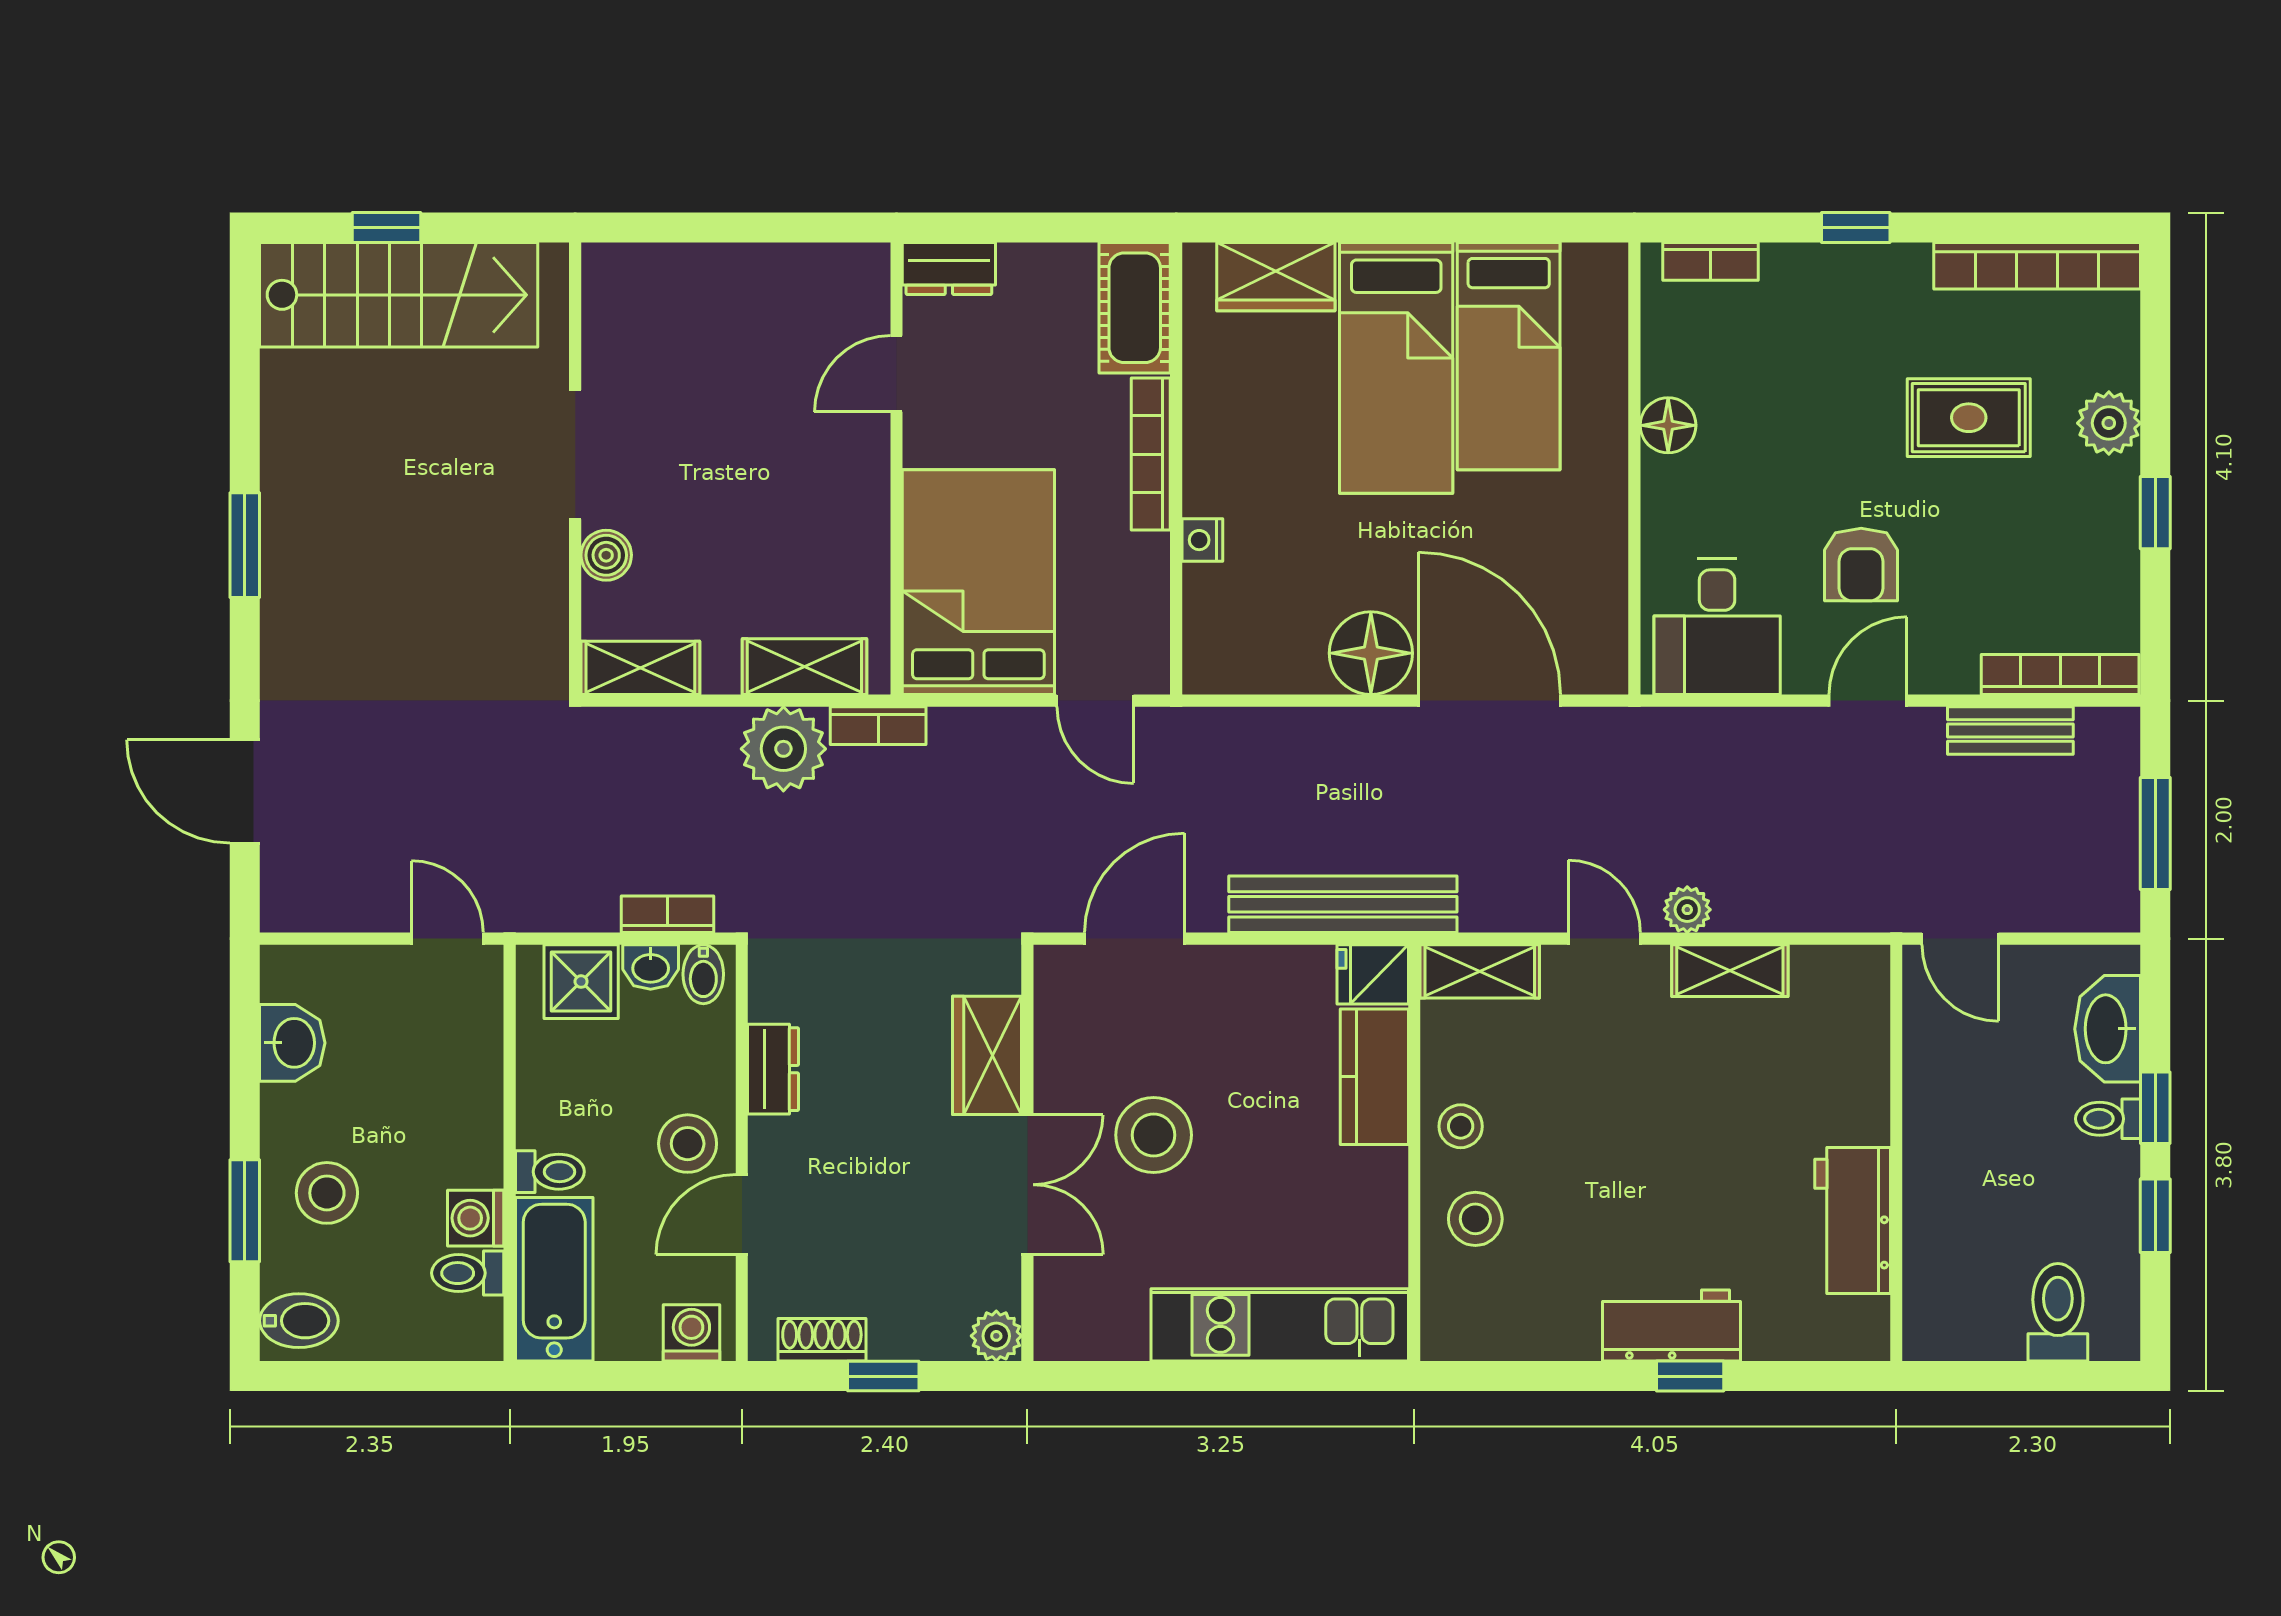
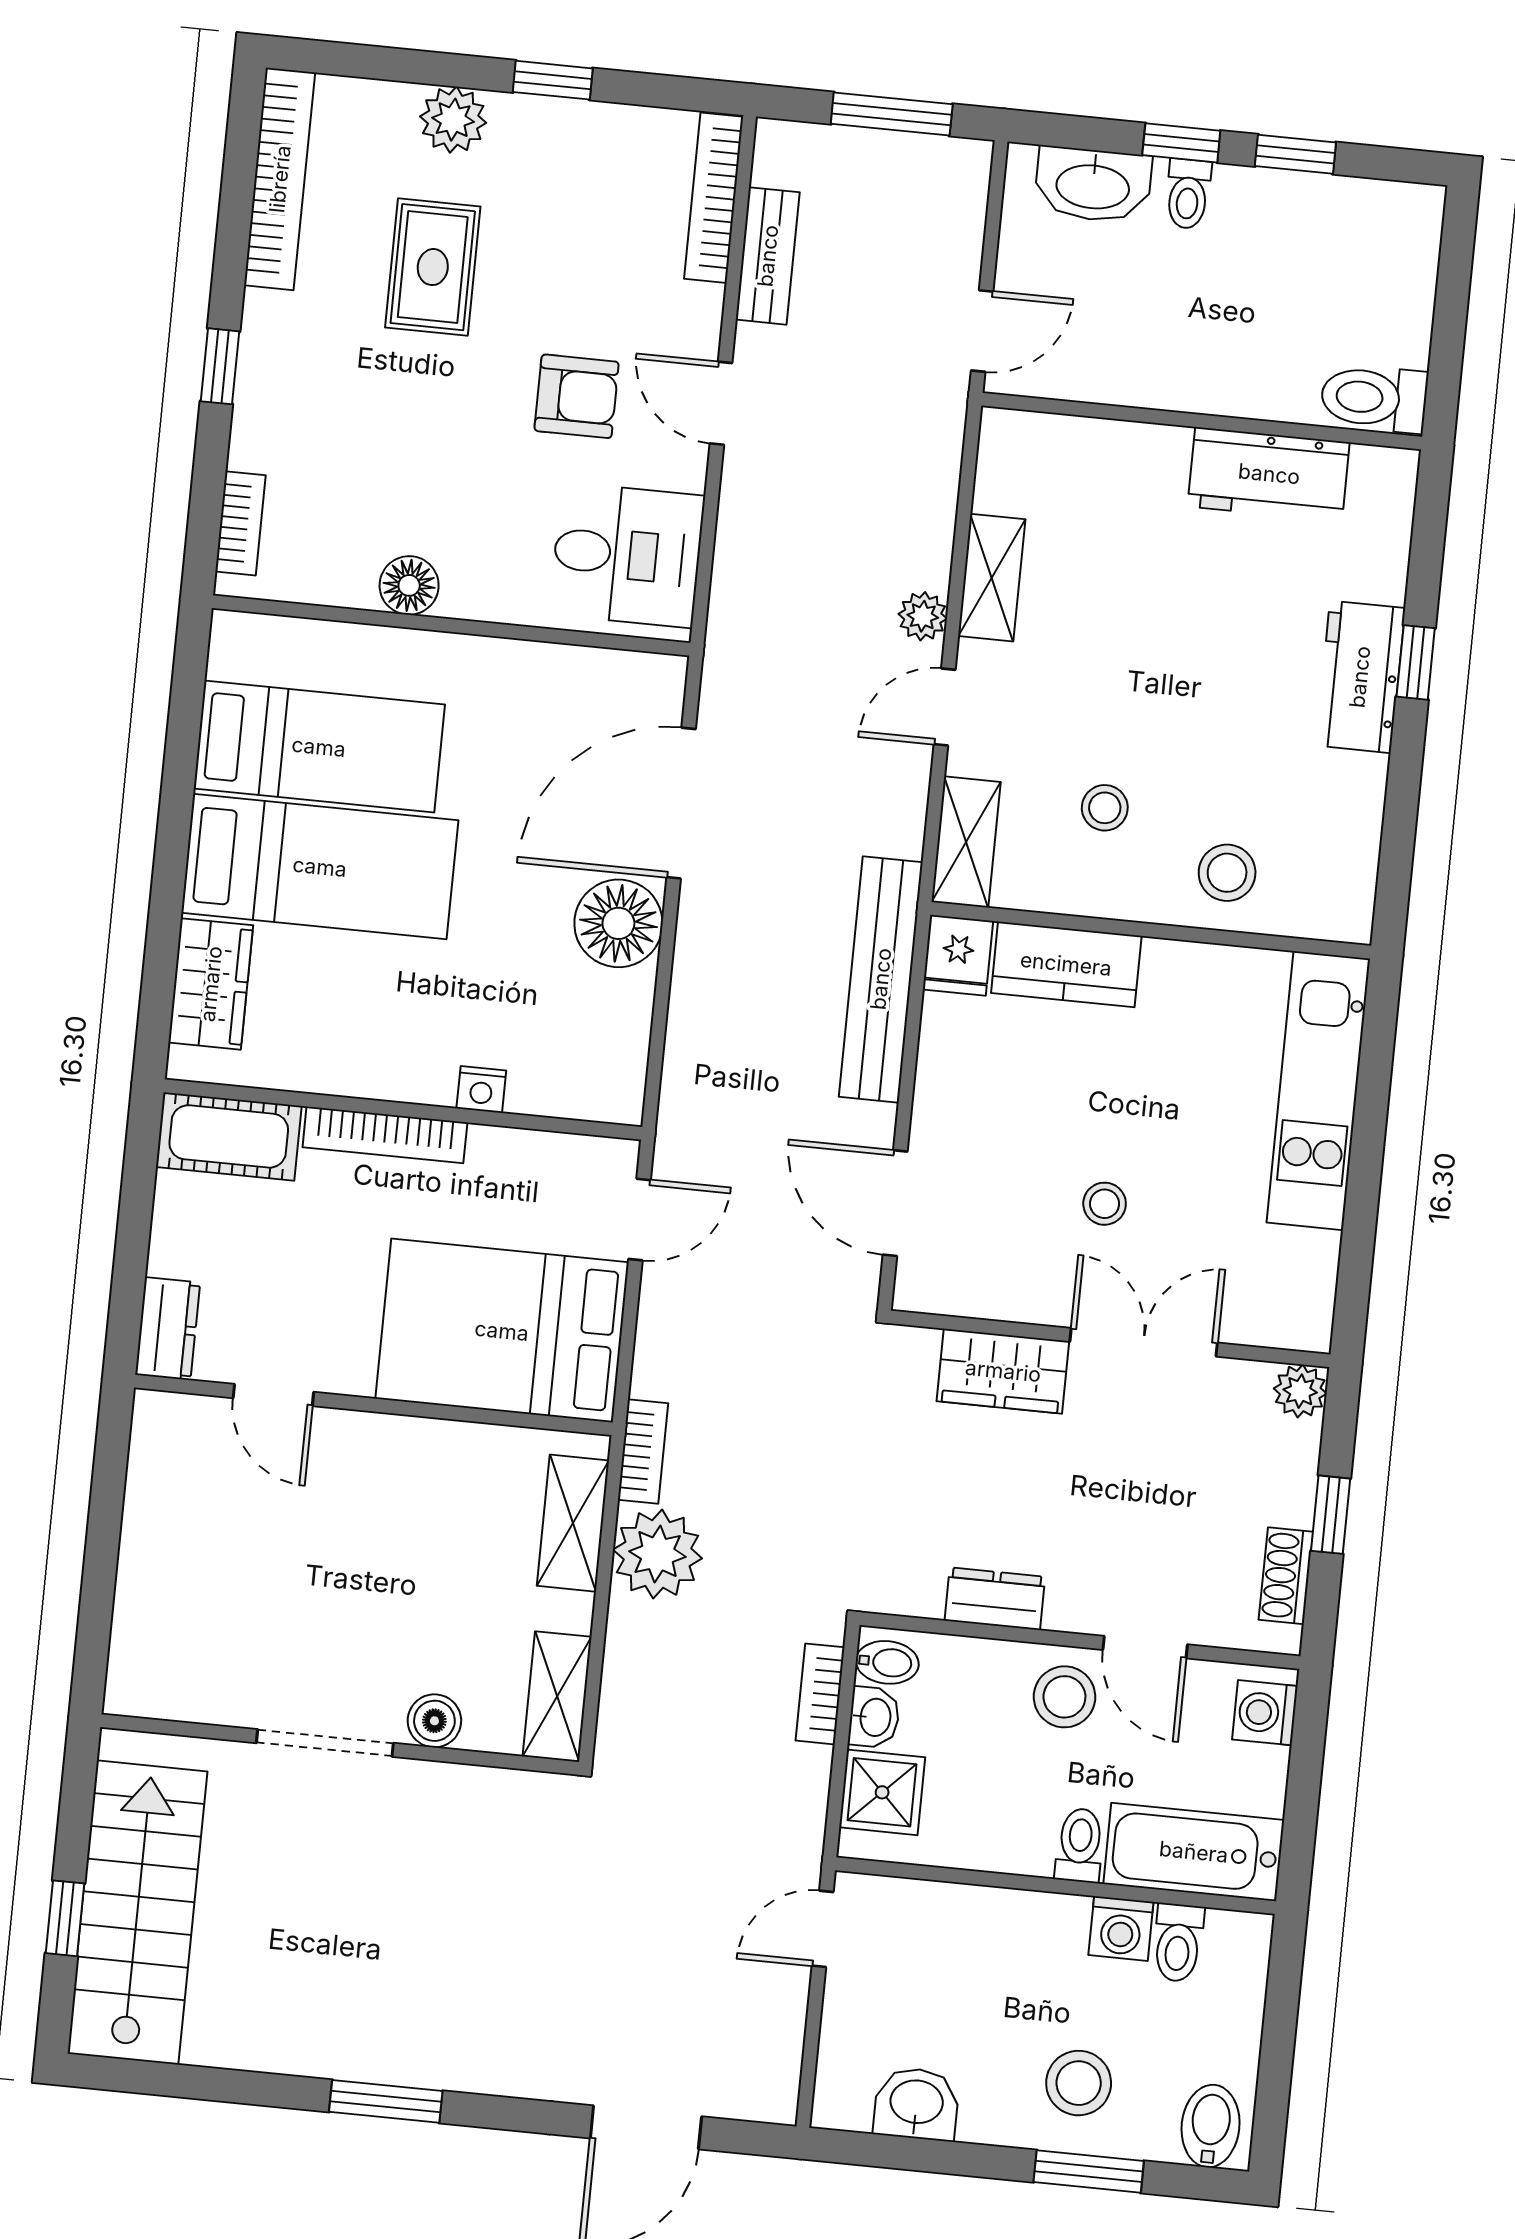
stool: (1461, 1126) -> (1105, 808), moved
stool: (1154, 1135) -> (1105, 1204), width x0.53, depth x0.53
toilet: (2058, 1312) -> (1374, 398), moved

